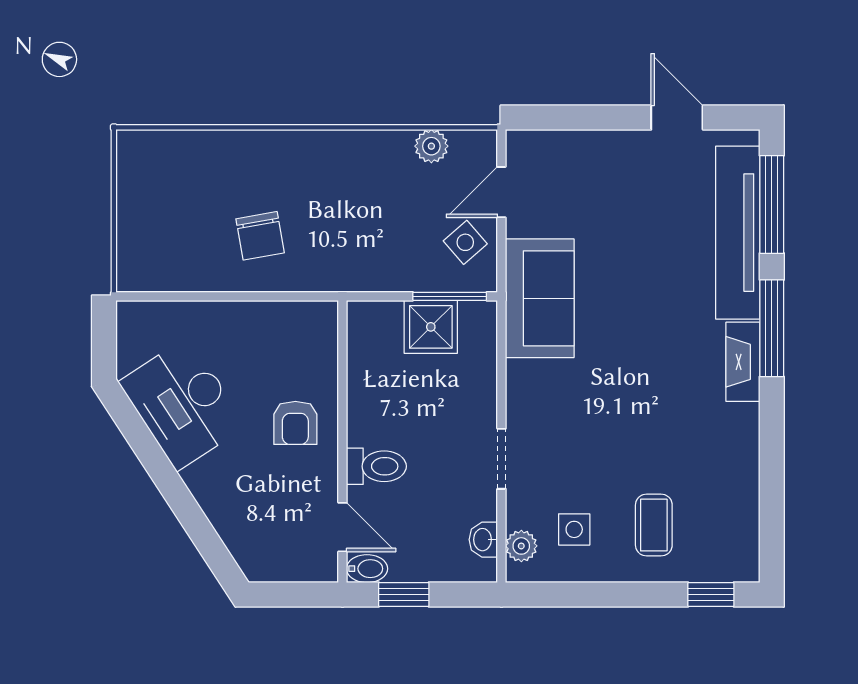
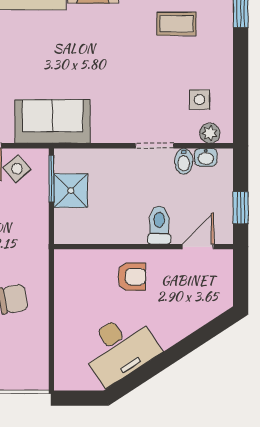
coffee table: (654, 525) -> (177, 24), moved
bidet: (367, 569) -> (184, 161), moved, turned 180

